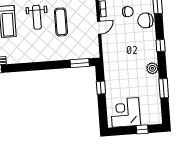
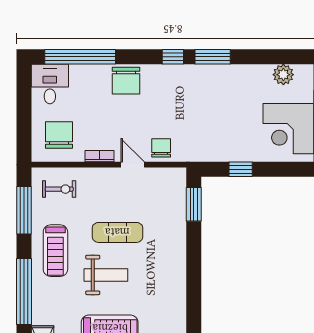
chair: (128, 12) -> (161, 148), moved
plant: (152, 68) -> (283, 75), moved
window: (164, 88) -> (213, 57), moved

